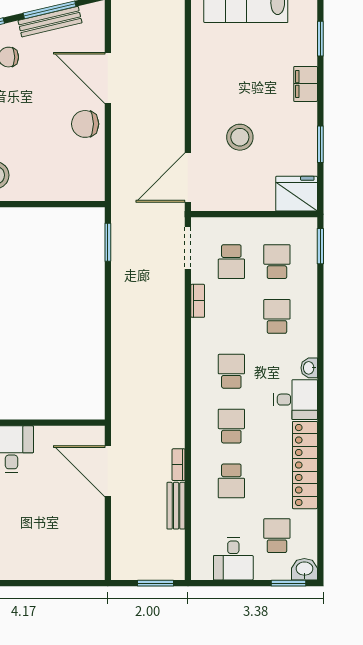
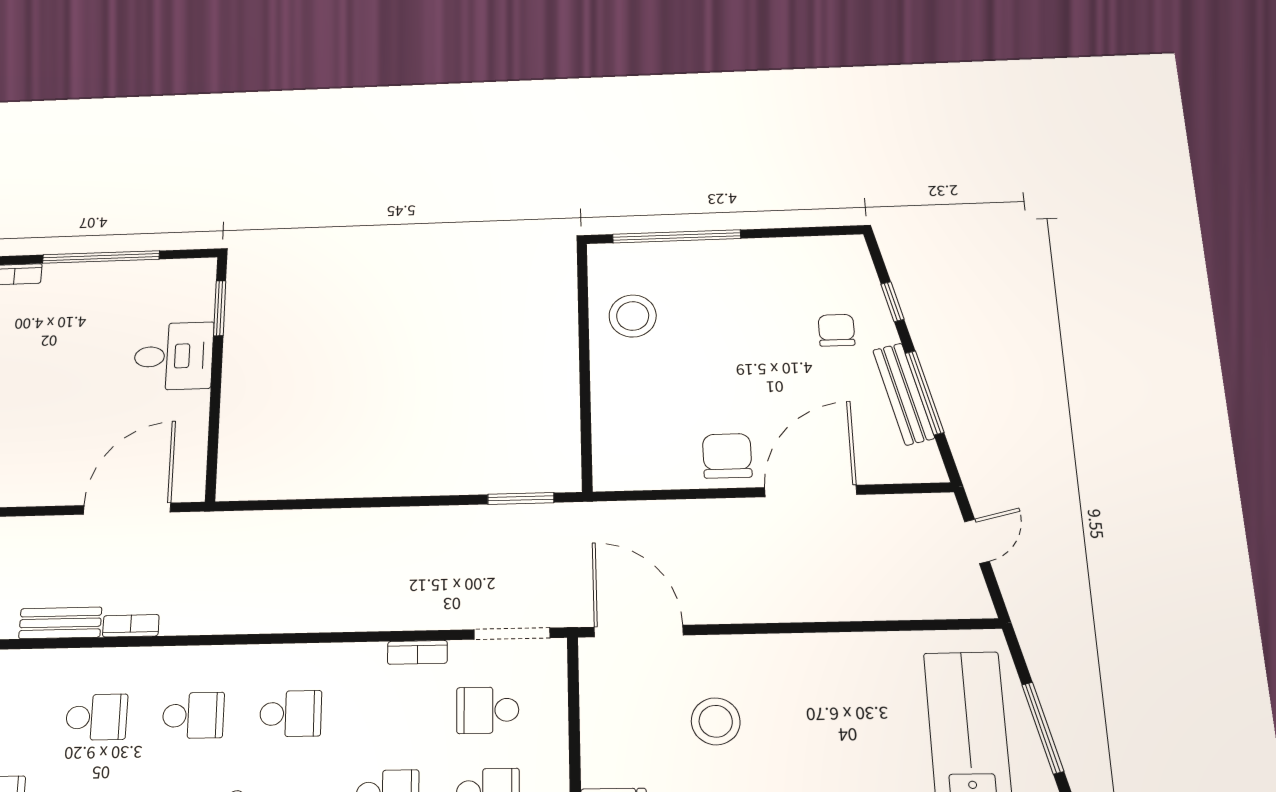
school desk: (231, 481) -> (97, 717), turned 180

